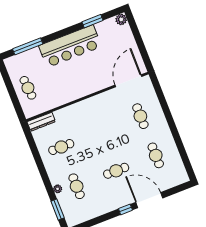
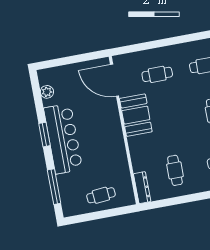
plant: (121, 19) -> (47, 92), moved
window: (92, 21) -> (44, 135), moved
booth: (102, 105) -> (136, 115), added

